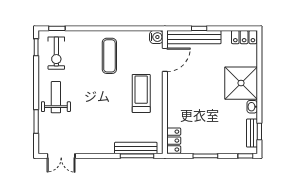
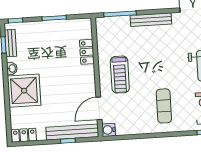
exercise mat: (109, 56) -> (164, 106), moved
locker: (174, 141) -> (87, 52), moved
bench: (136, 148) -> (151, 20), moved

